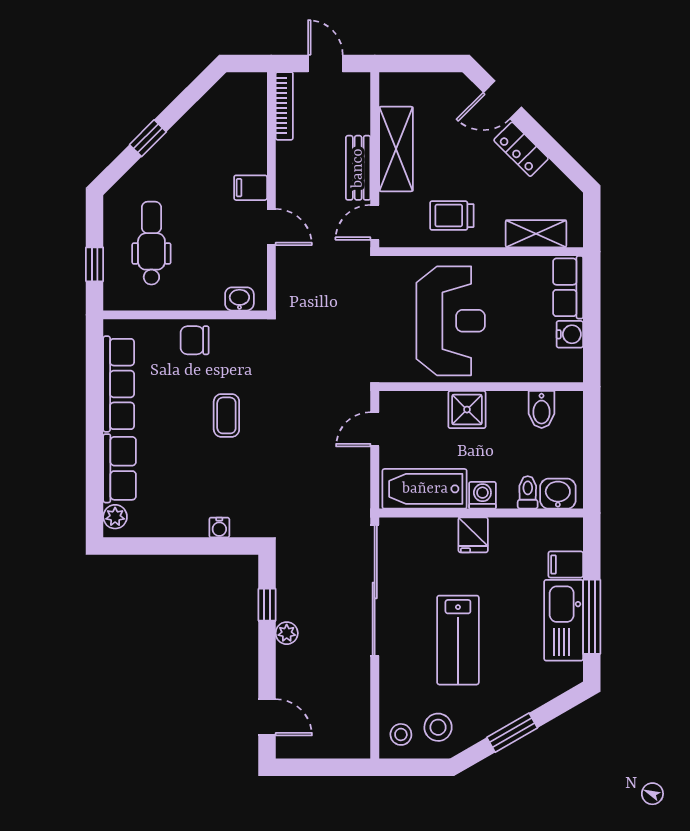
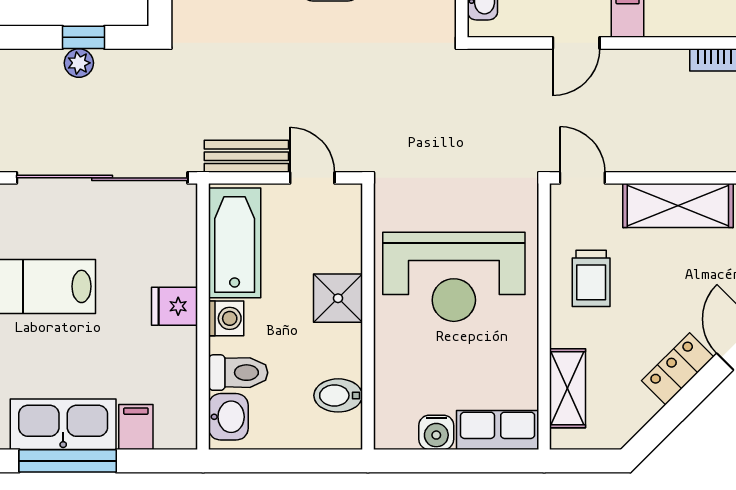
bench: (358, 168) -> (246, 156), moved
trolley: (452, 216) -> (591, 278), turned 180
toilet: (528, 492) -> (238, 373), width x1.37, depth x1.39
plant: (287, 633) -> (79, 63), moved

